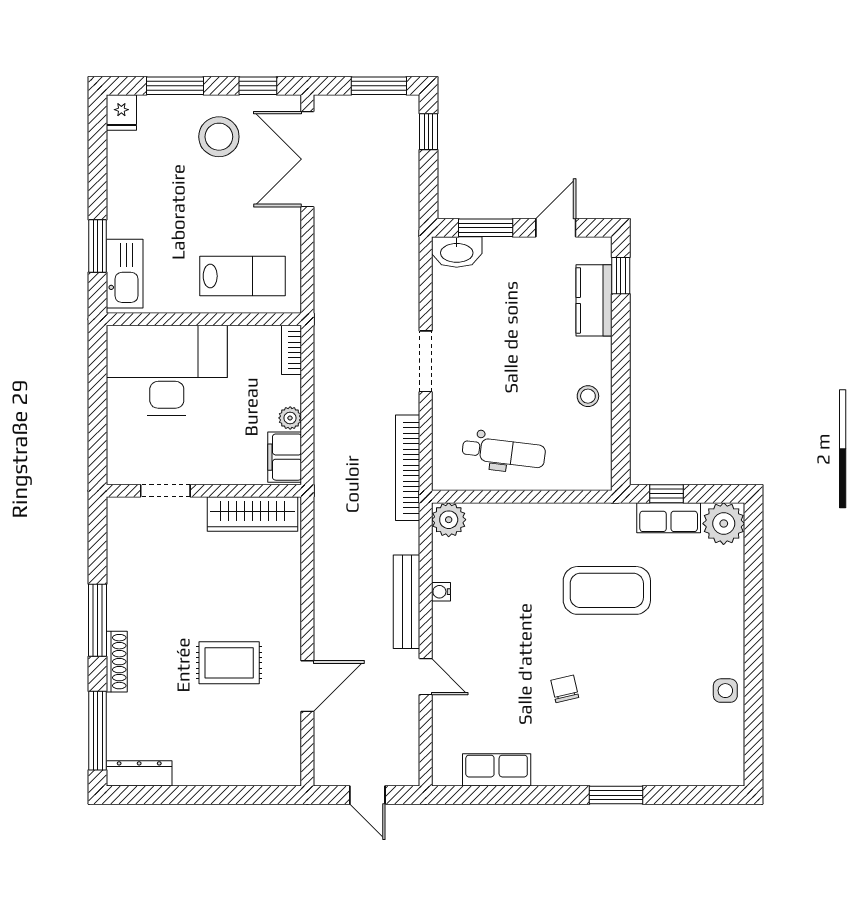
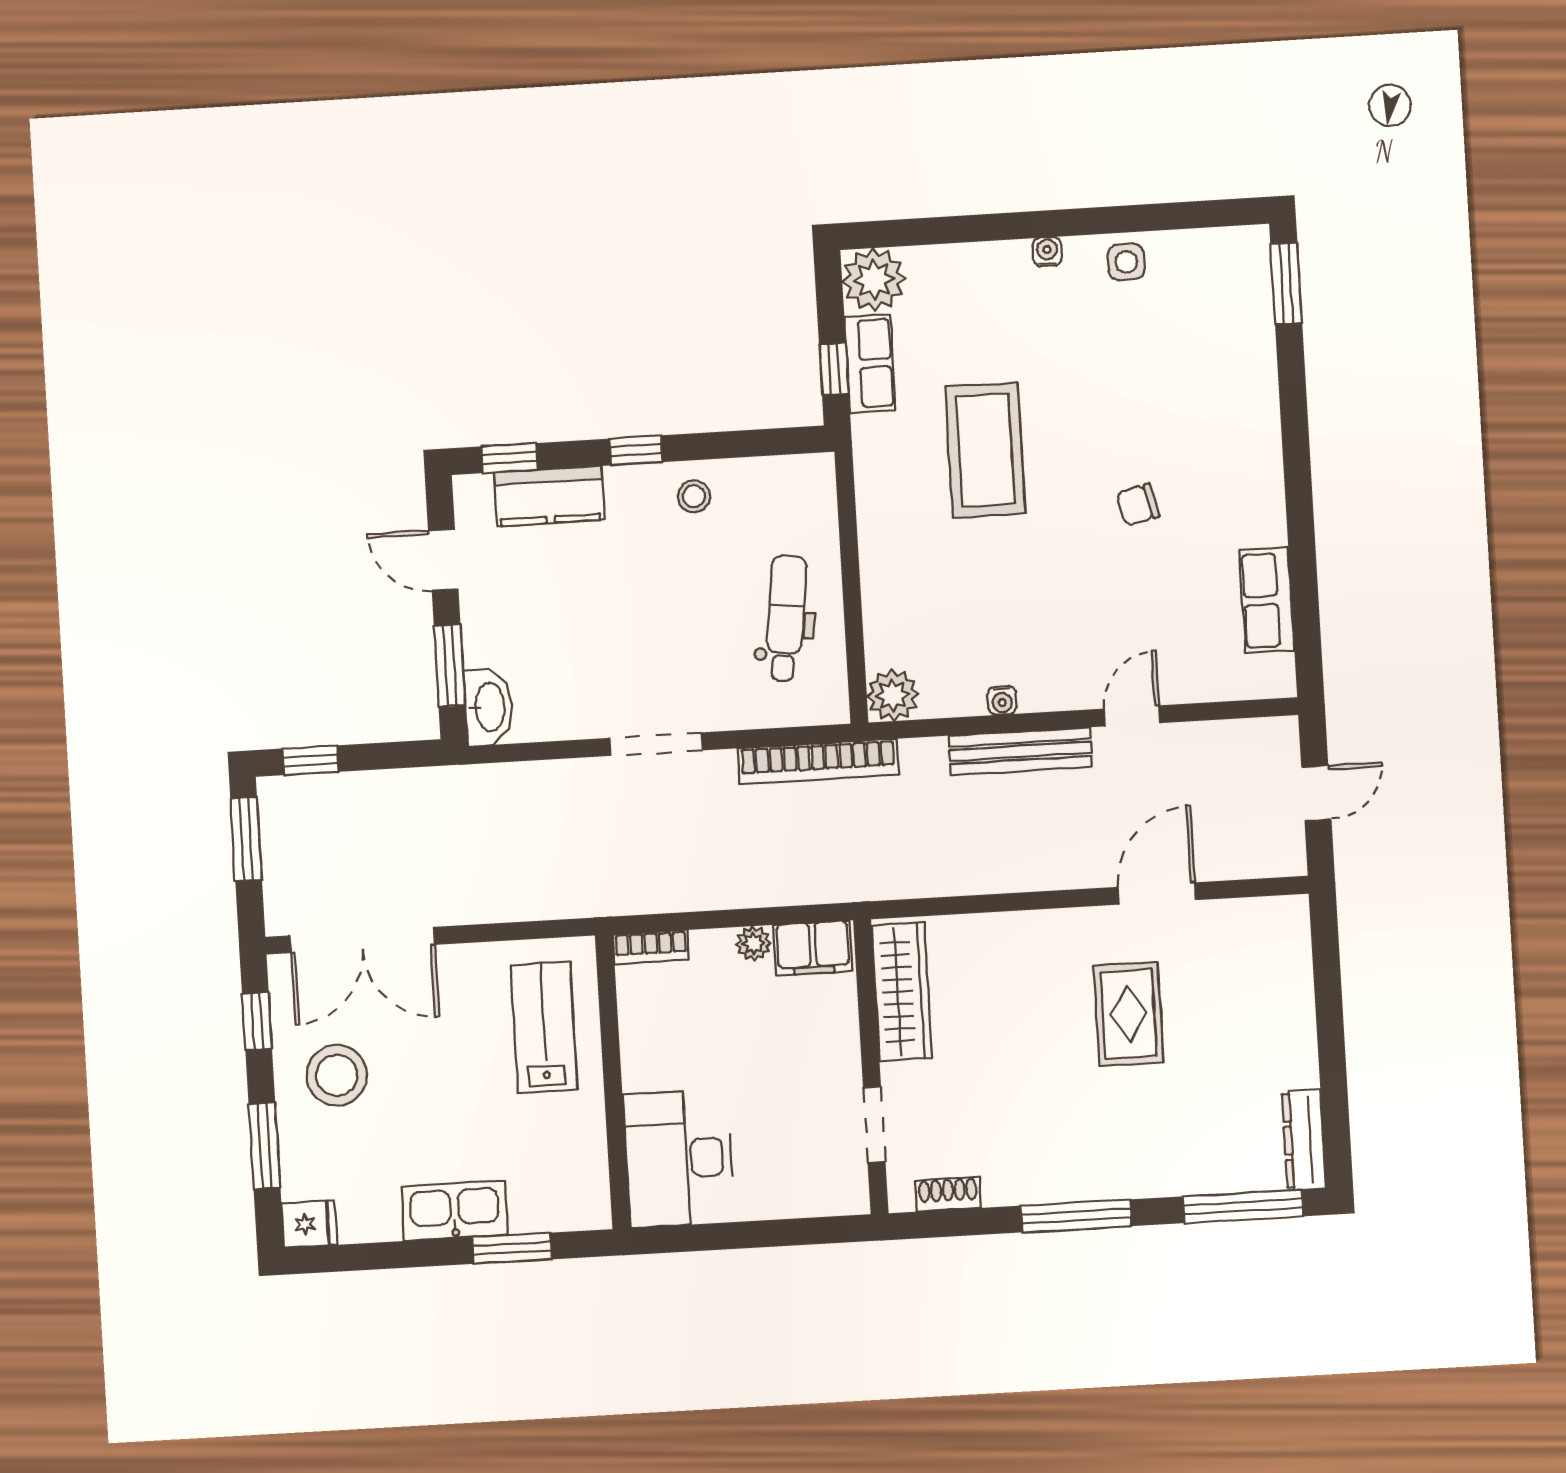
kitchen sink: (125, 274) -> (455, 1211), moved
window: (621, 360) -> (636, 450), added
desk: (167, 370) -> (679, 1158), width x0.73, depth x0.77
water cooler: (735, 639) -> (1047, 252), added
shoe rack: (117, 662) -> (948, 1194), moved, width x0.70
door: (307, 686) -> (1157, 894), hinge flipped
window: (616, 795) -> (1286, 283), moved

